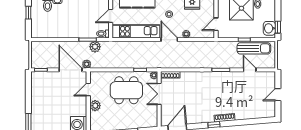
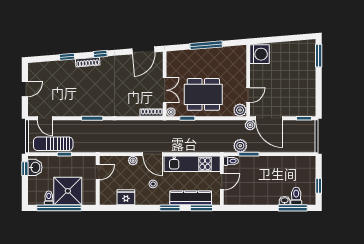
door: (250, 70) -> (45, 118), moved
plant: (95, 106) -> (240, 110), moved
window: (242, 122) -> (67, 57), added

